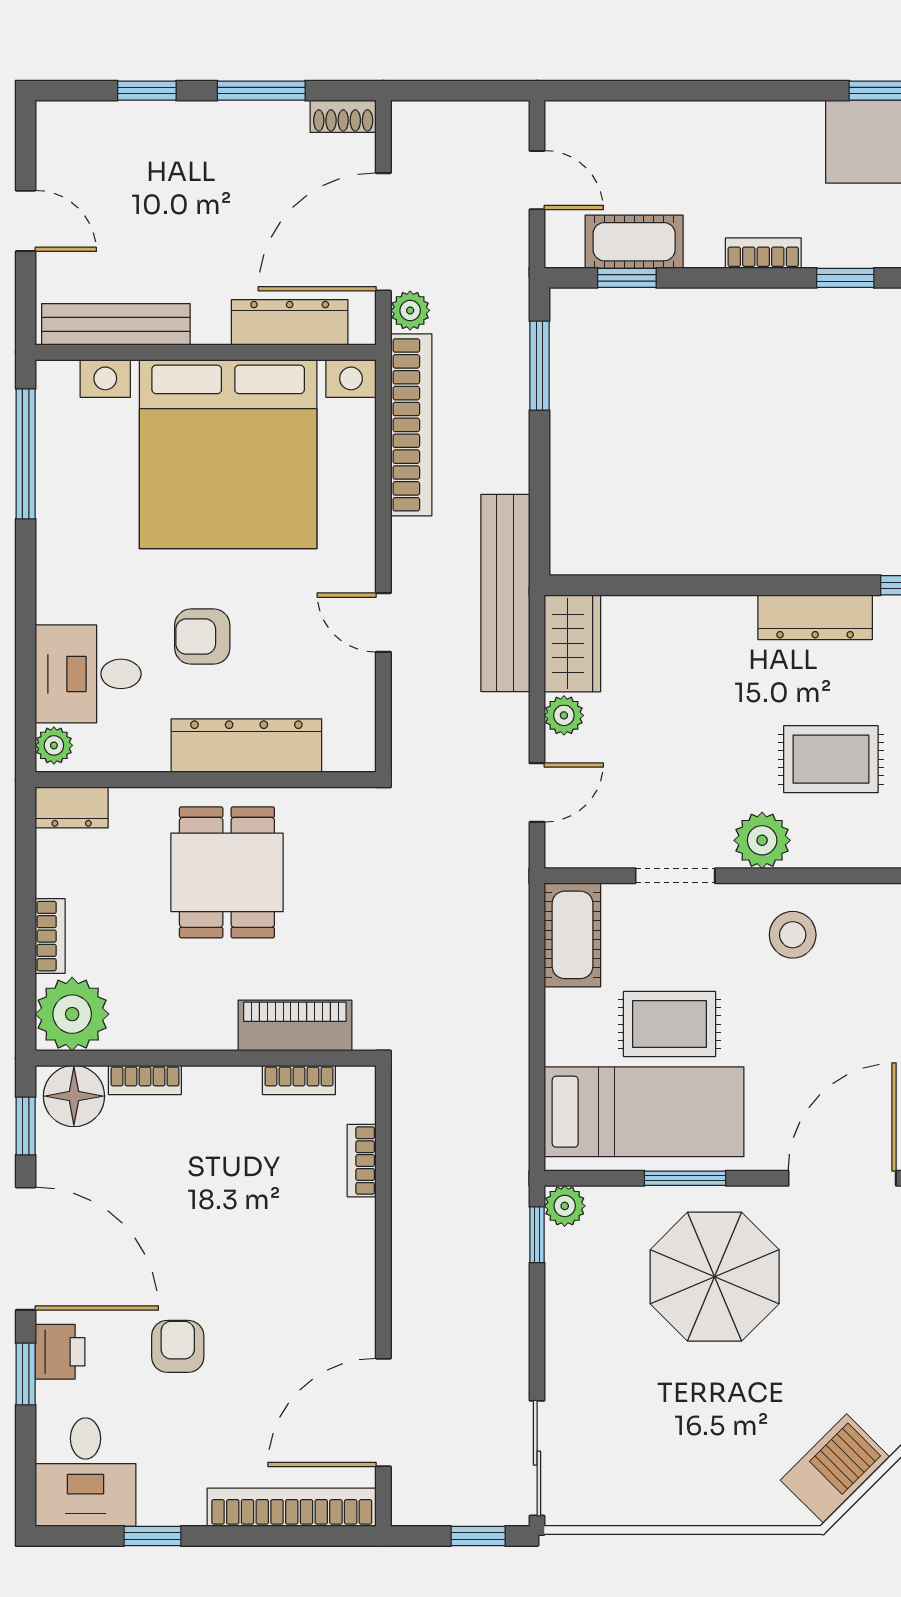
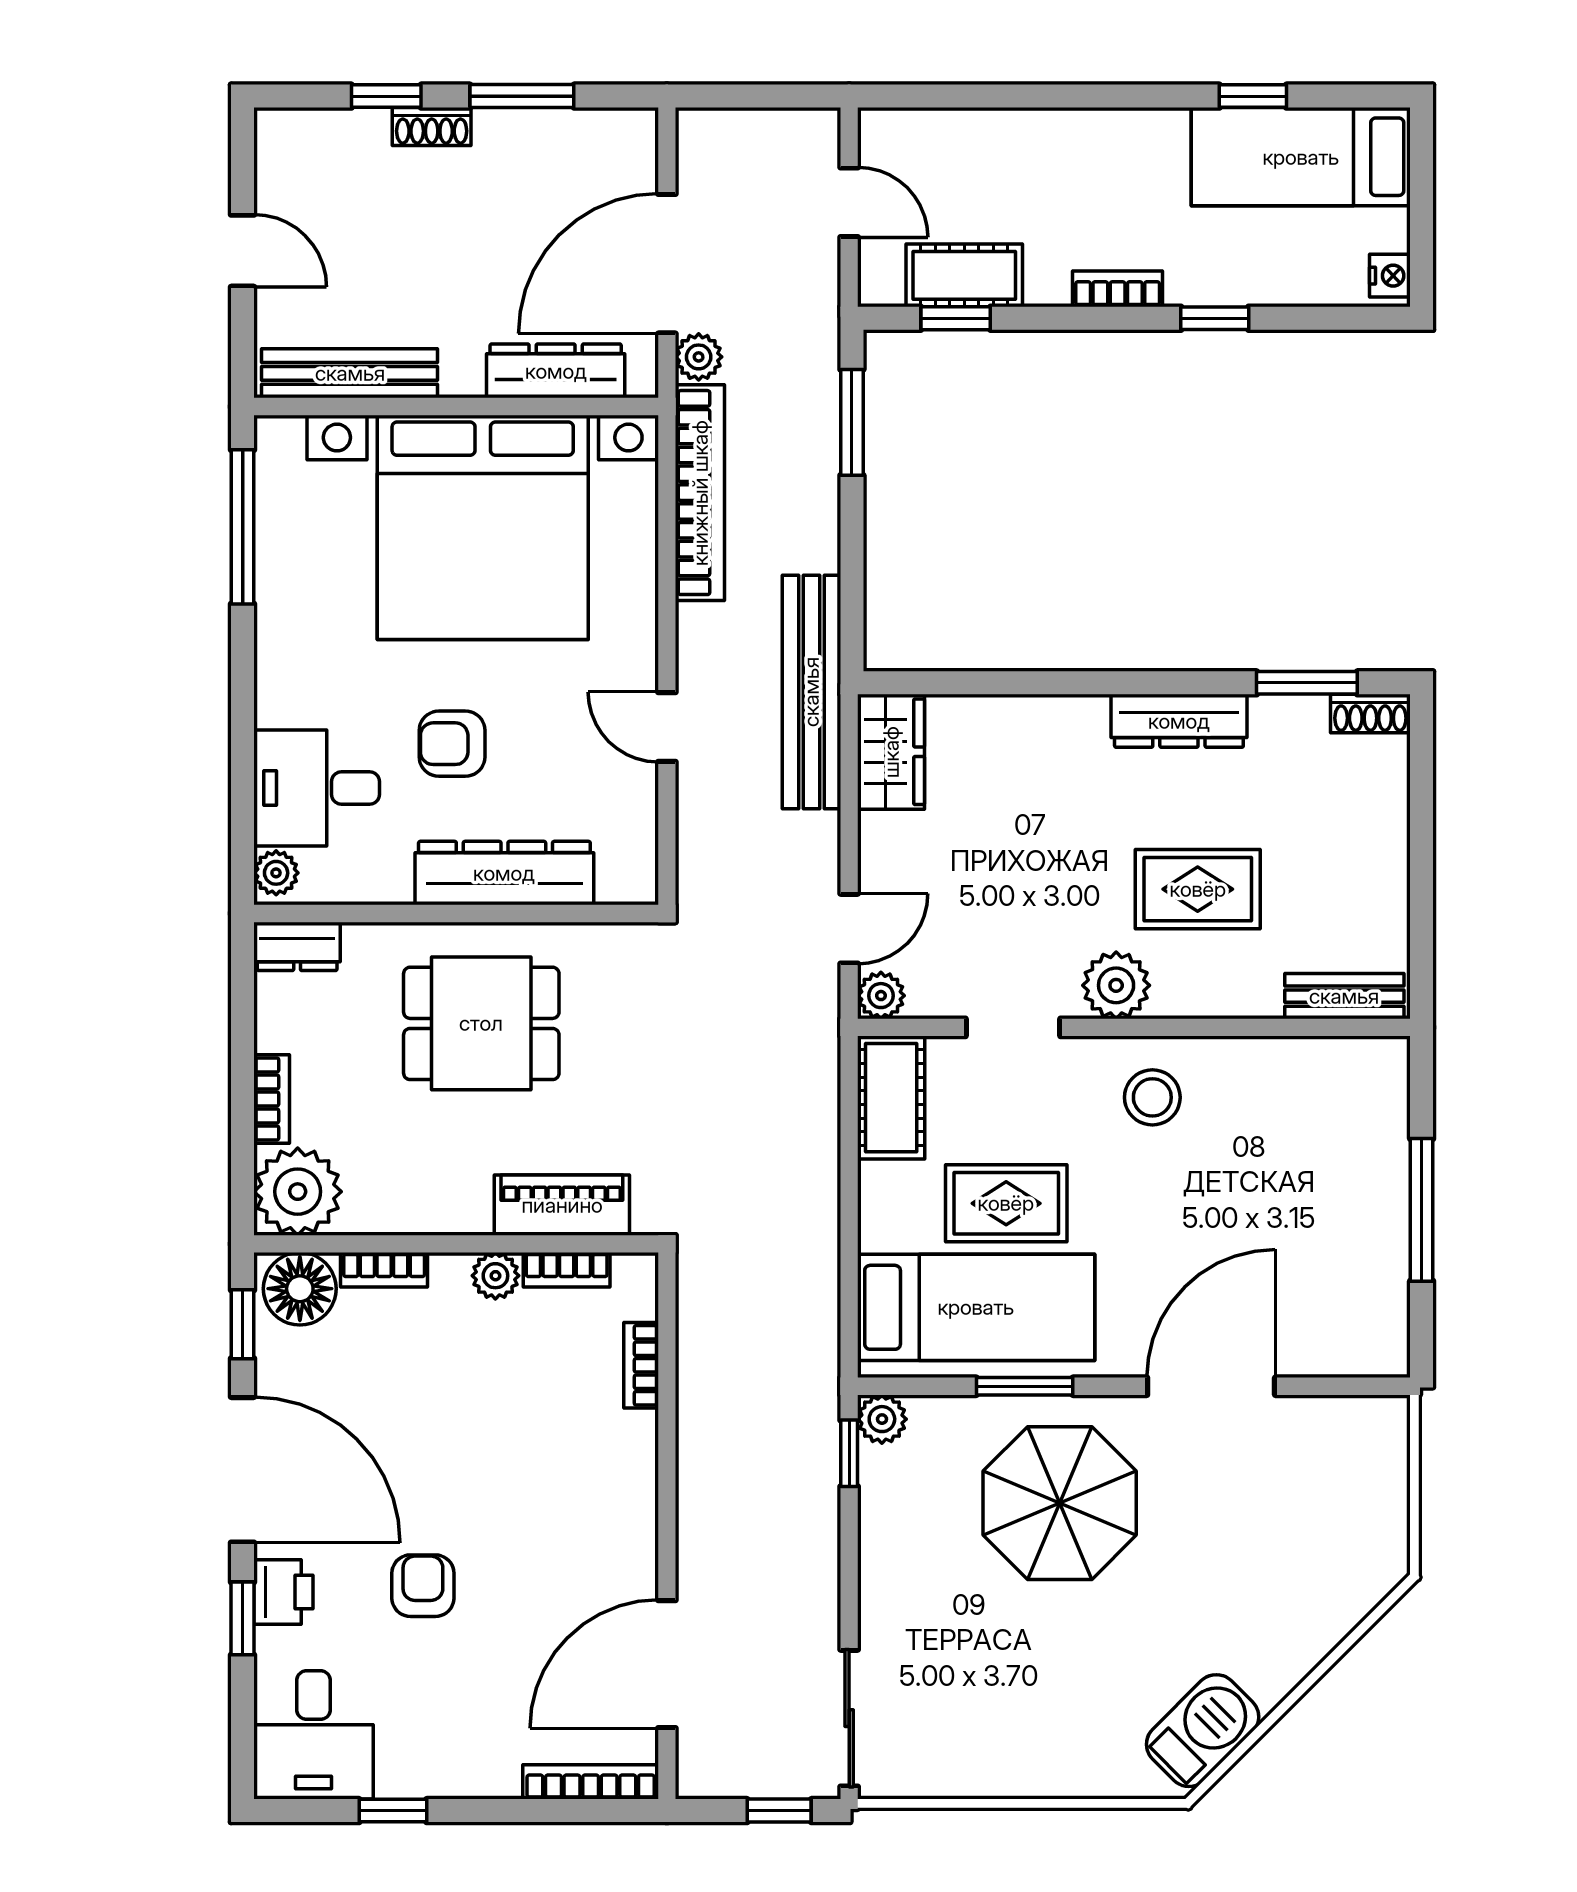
shoe rack: (343, 116) -> (432, 127), moved
plant: (564, 715) -> (881, 996), moved
dining table: (227, 872) -> (481, 1023), turned 90
plant: (239, 1085) -> (495, 1276), added
bookcase: (292, 1507) -> (591, 1782), width x0.68, depth x0.76

